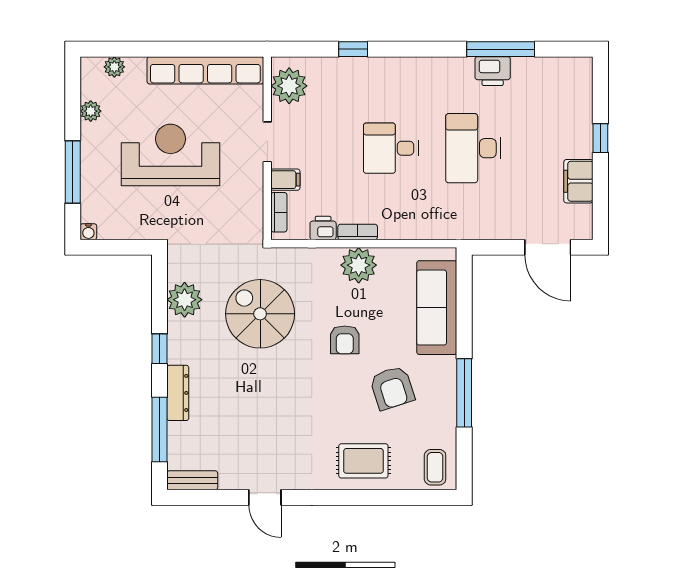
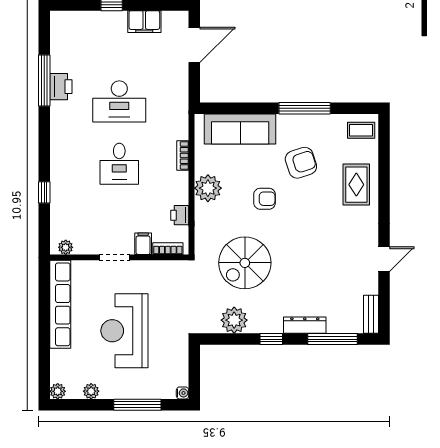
plant: (114, 67) -> (58, 391), moved
plant: (289, 86) -> (66, 247), width x0.53, depth x0.53
bookcase: (358, 232) -> (183, 155), moved

